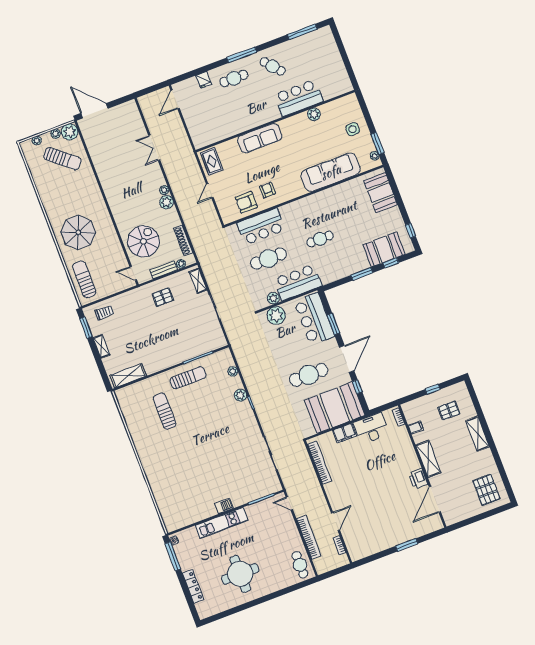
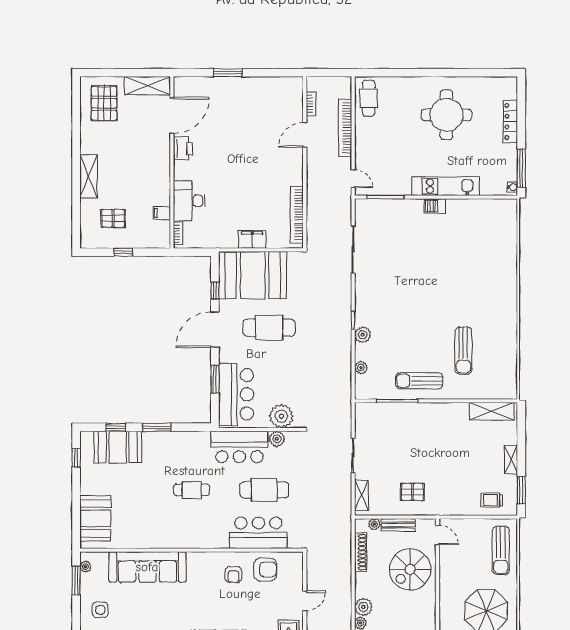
desk: (371, 428) -> (189, 201), moved, turned 90
shelving: (428, 459) -> (147, 86), moved, turned 90

